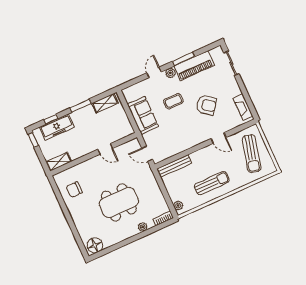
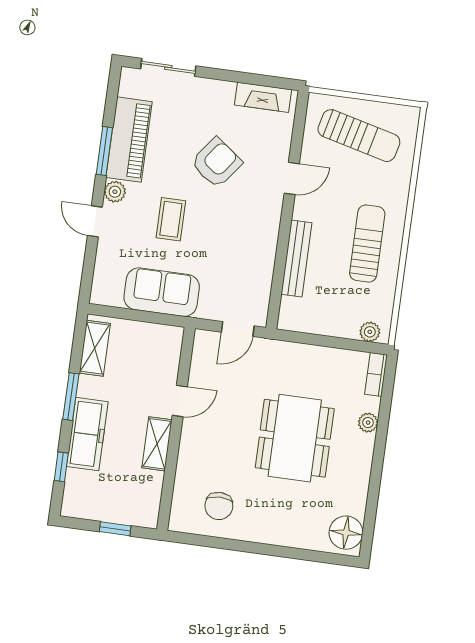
freezer: (57, 127) -> (87, 434), moved
window: (33, 140) -> (115, 529), moved
shelving: (59, 162) -> (157, 444), moved
bench: (174, 166) -> (296, 259), moved

